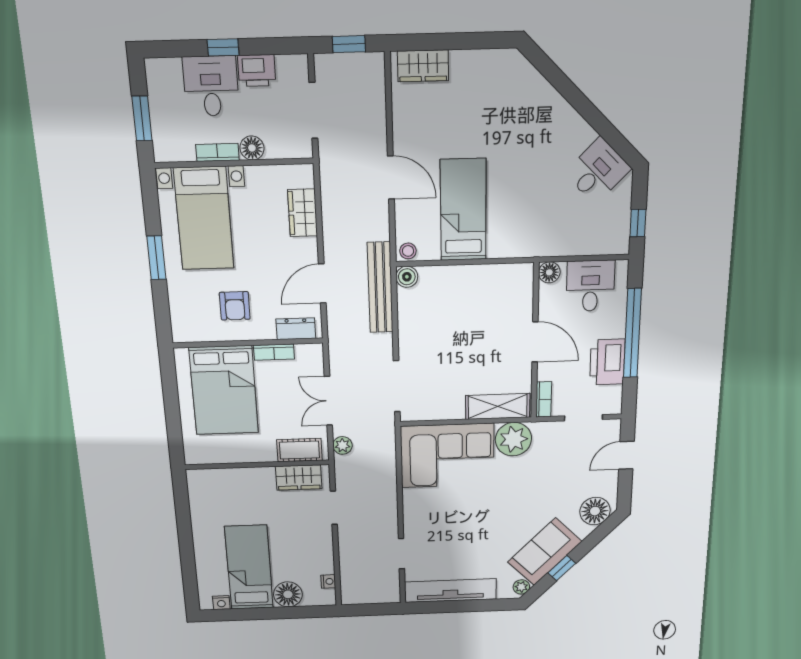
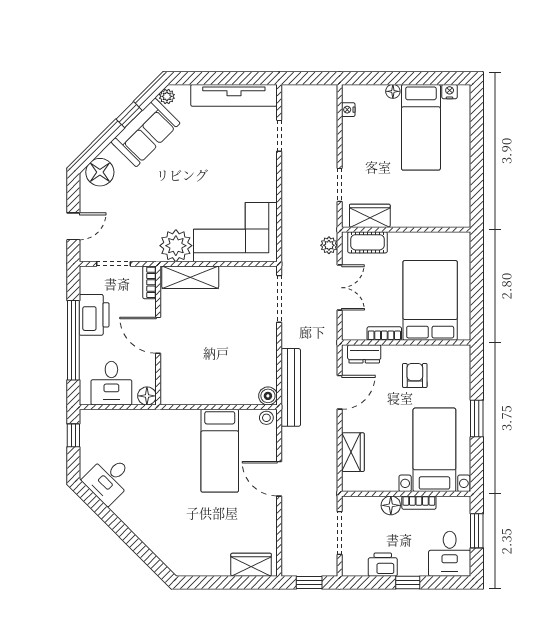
desk: (211, 86) -> (450, 554), moved
floor lamp: (288, 594) -> (393, 91), width x0.53, depth x0.53

